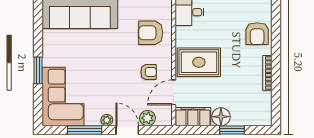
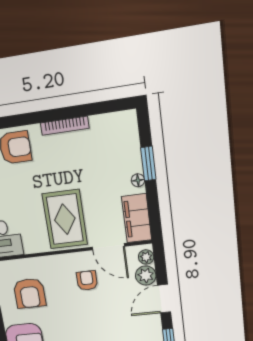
armchair: (151, 33) -> (30, 293), moved
floor lamp: (221, 117) -> (138, 180), width x0.53, depth x0.53
plant: (107, 120) -> (146, 257), moved

